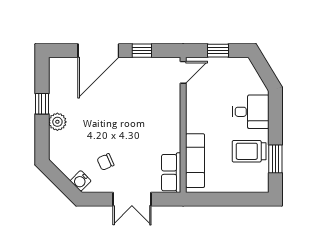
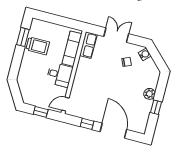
door: (98, 51) -> (113, 131), hinge flipped
desk: (251, 112) -> (60, 75), moved, turned 180

